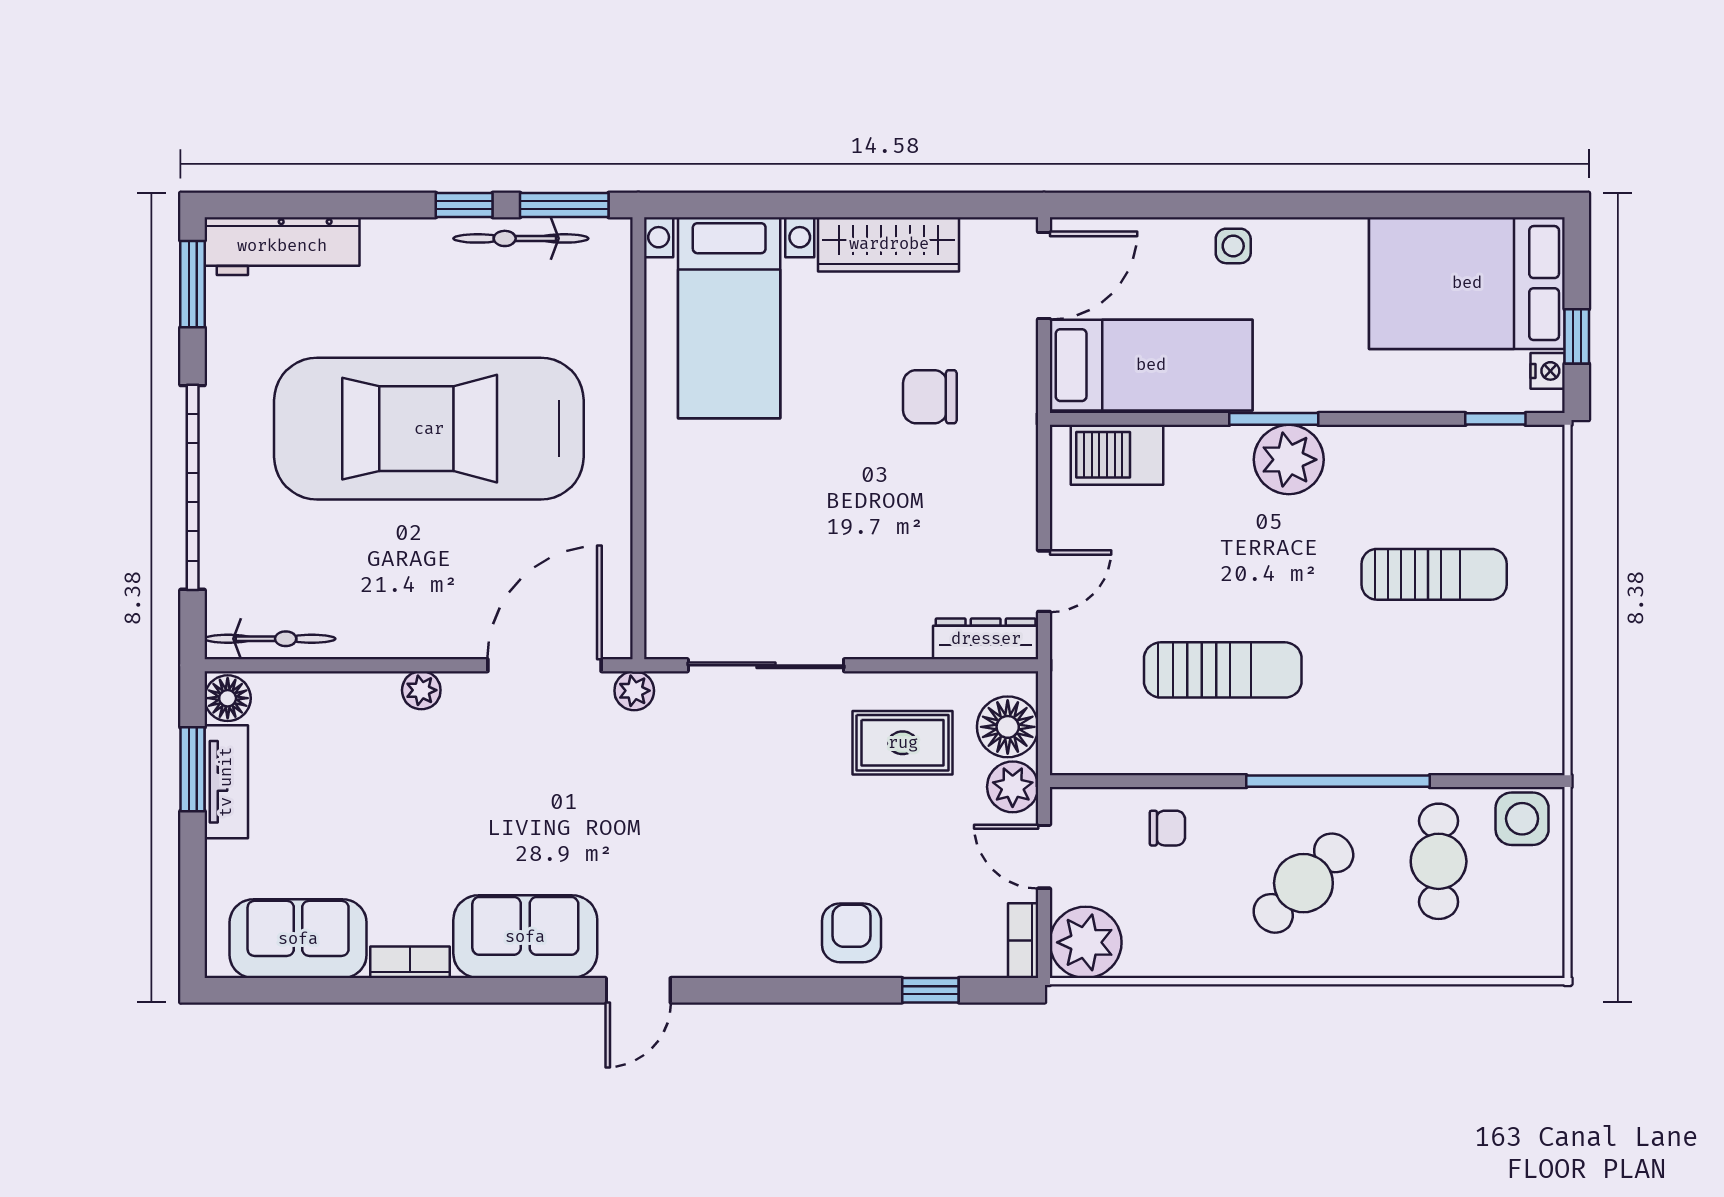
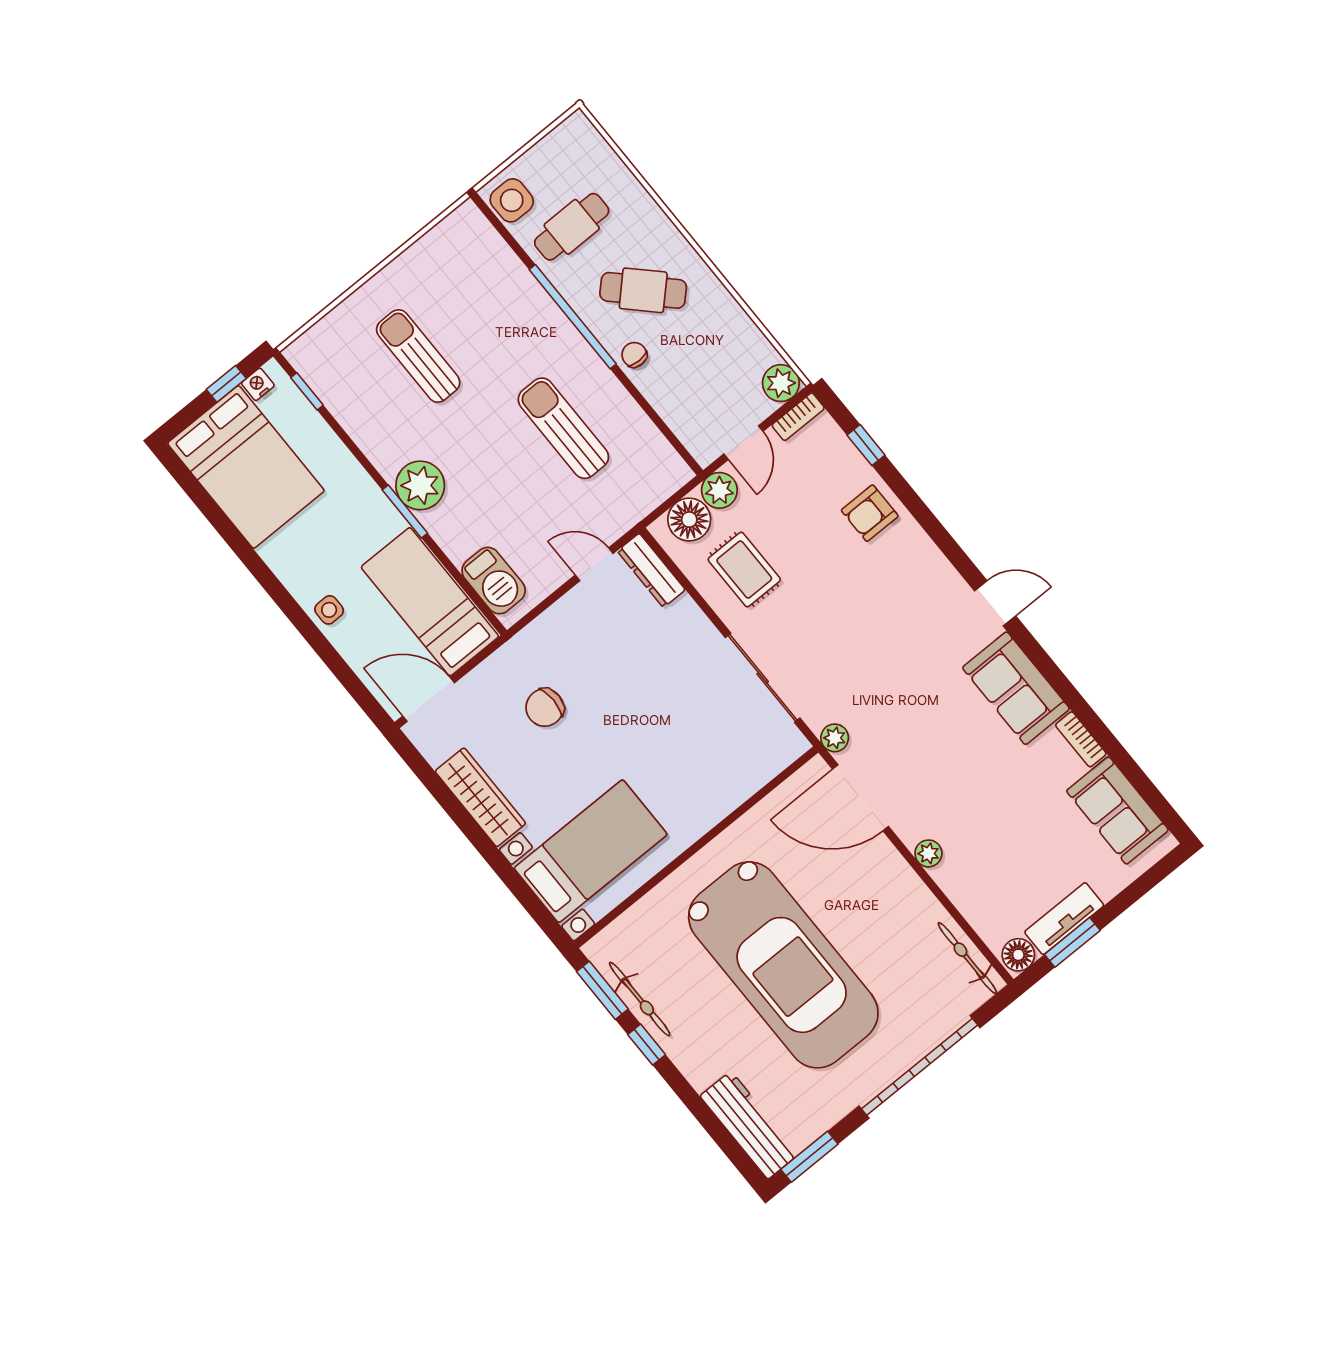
chair: (930, 397) -> (545, 708), turned 90
chair: (1167, 828) -> (634, 355), moved
plant: (1086, 942) -> (781, 383), width x0.73, depth x0.73

